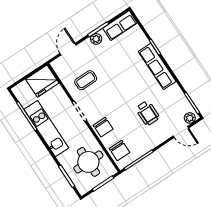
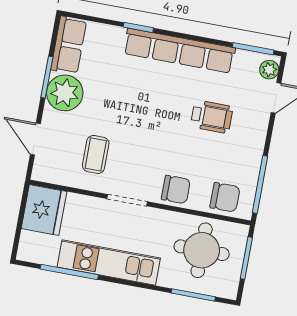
plant: (96, 39) -> (65, 93), width x1.88, depth x1.88
row of seats: (157, 66) -> (179, 51), width x1.36

